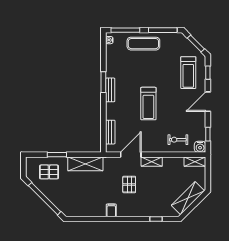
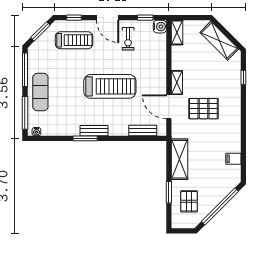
treadmill: (148, 104) -> (110, 86), width x1.37, depth x1.38
exercise bike: (178, 140) -> (128, 39), moved
pallet: (129, 184) -> (203, 109), width x1.50, depth x1.42
filing cabinet: (111, 210) -> (233, 159), moved

